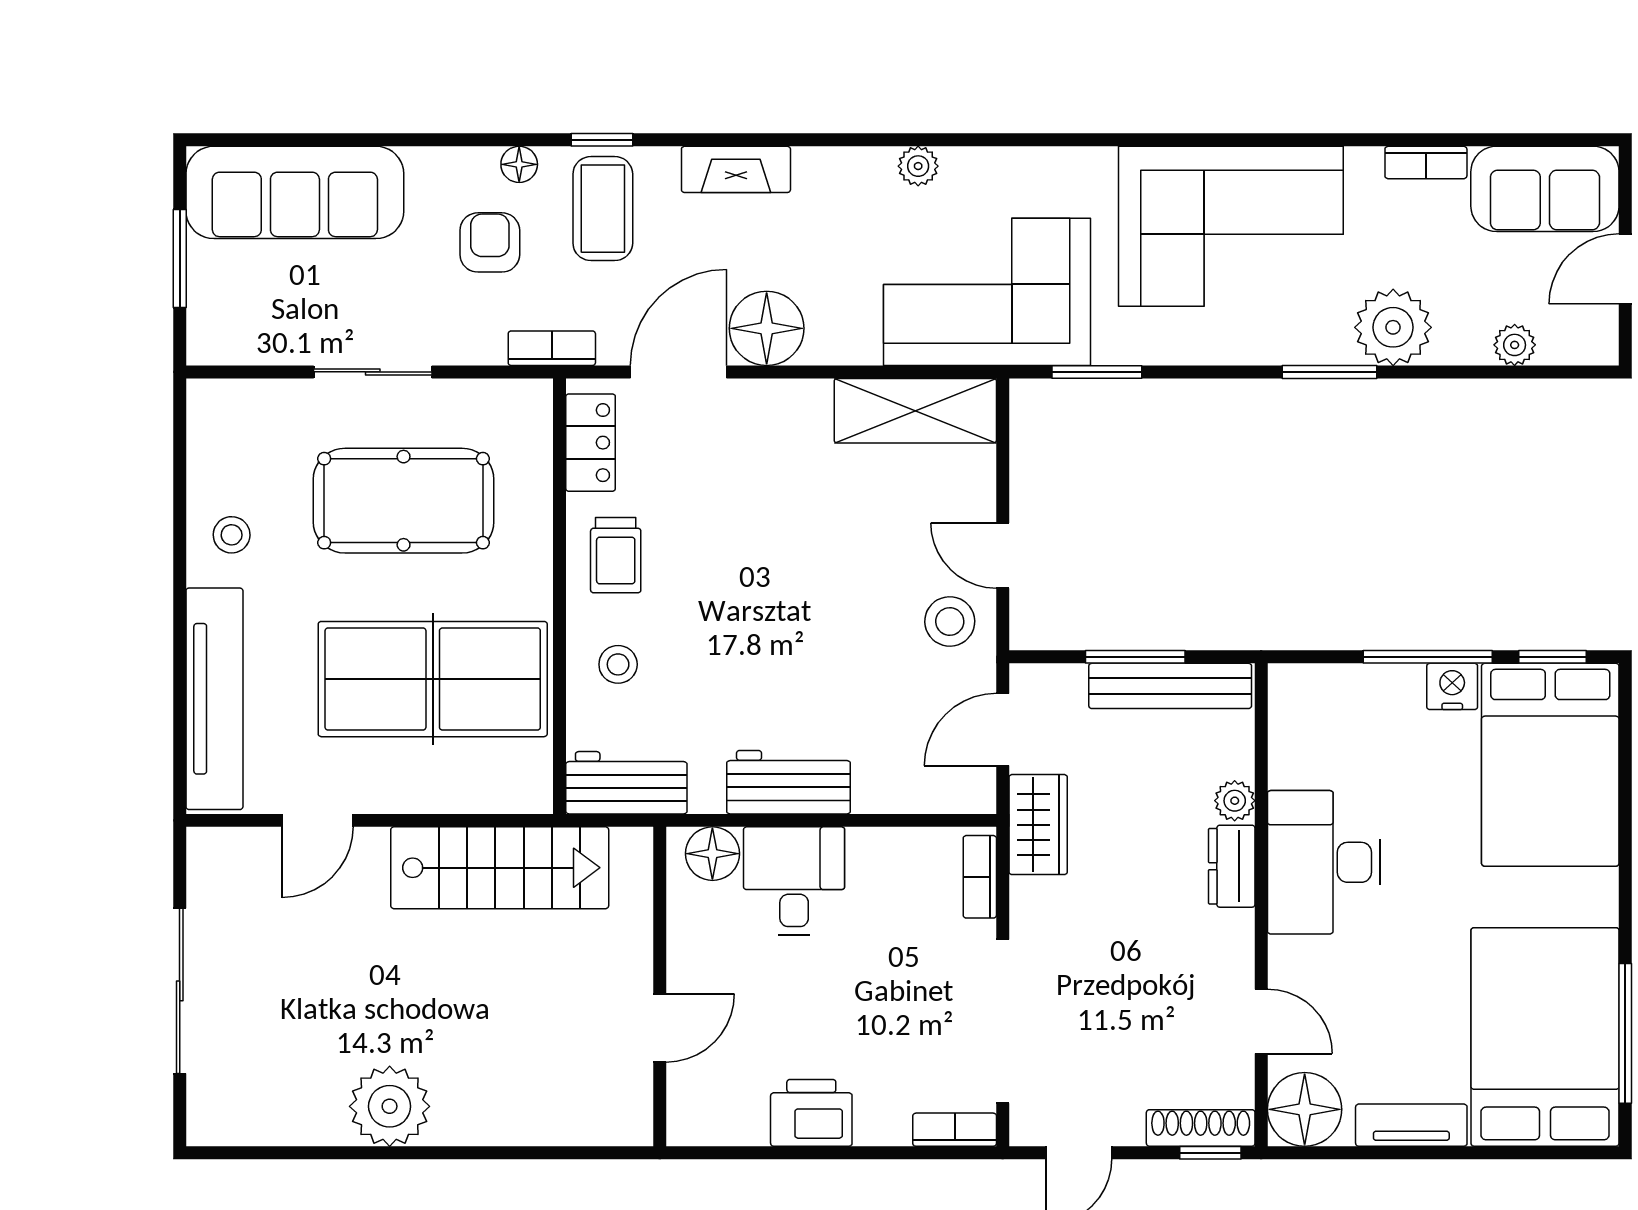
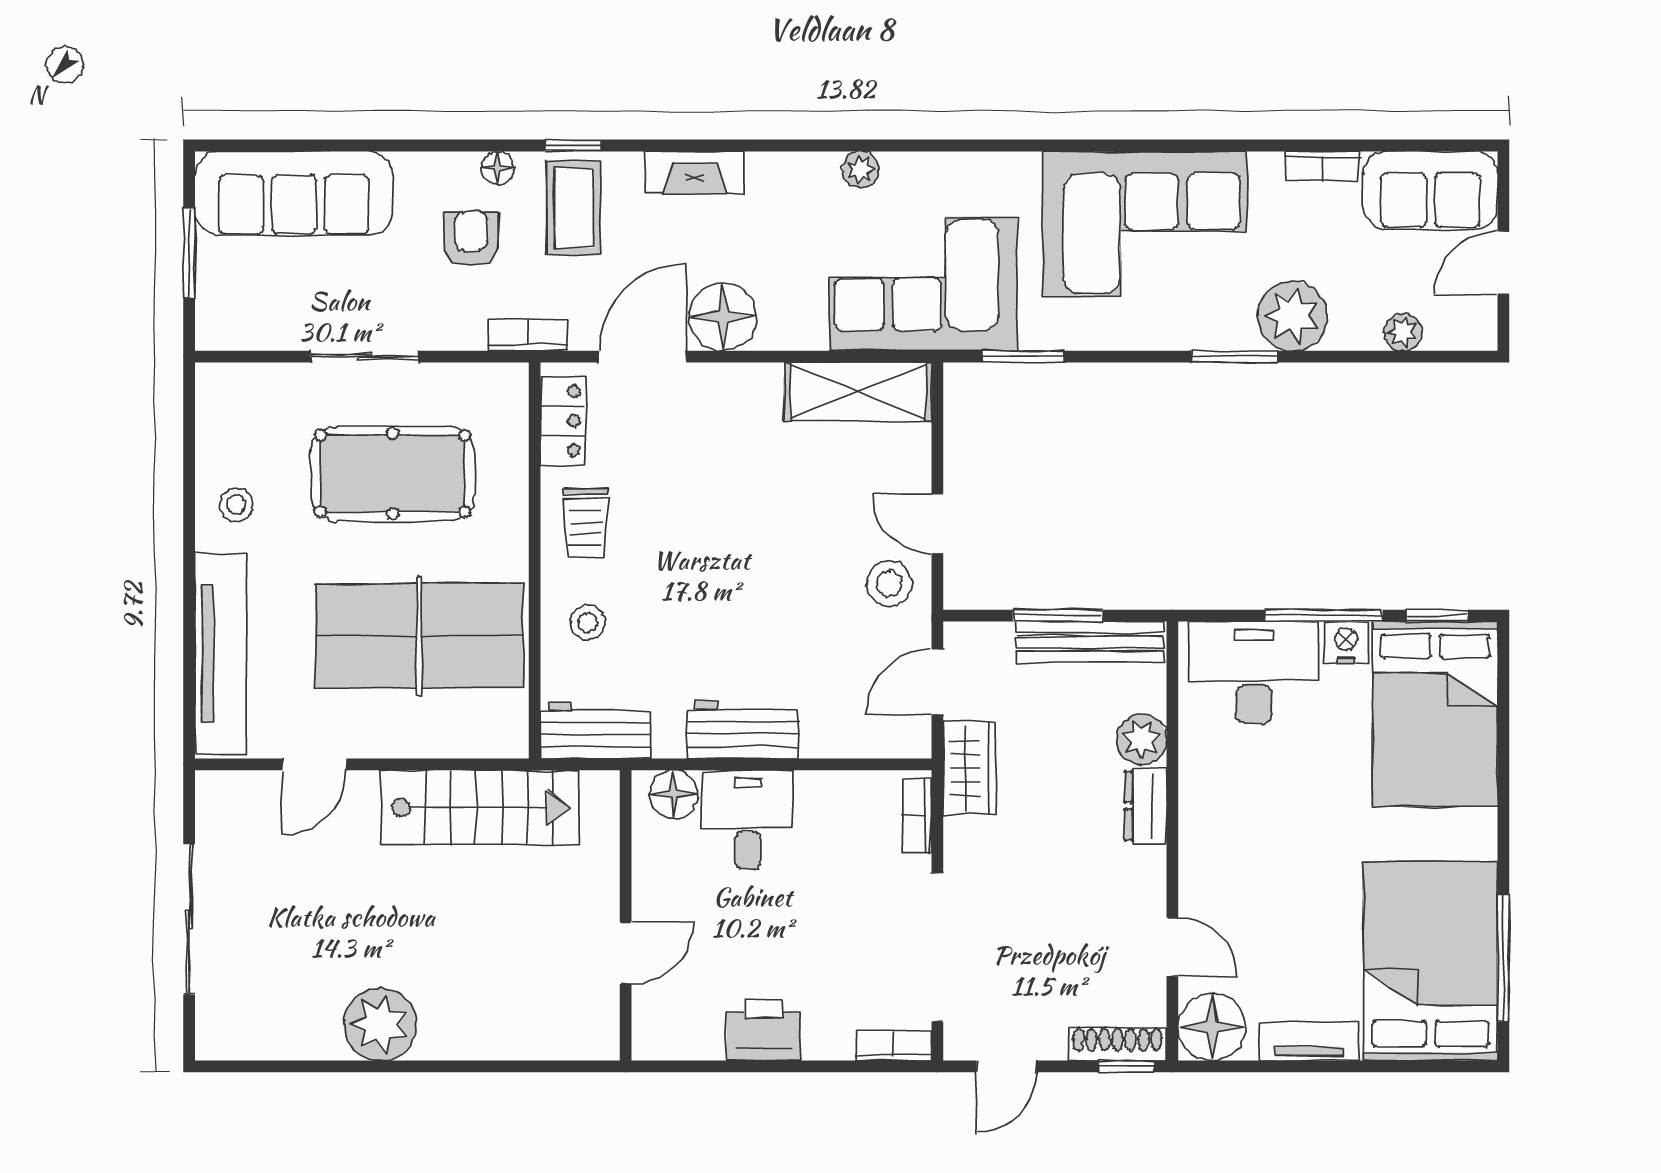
plant: (1235, 801) -> (1142, 740), width x1.38, depth x1.38
desk: (1324, 862) -> (1254, 673), moved, turned 90

